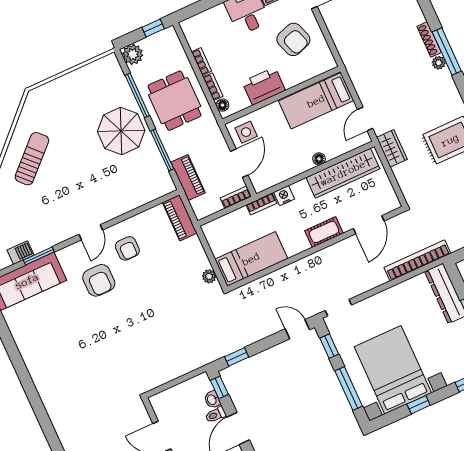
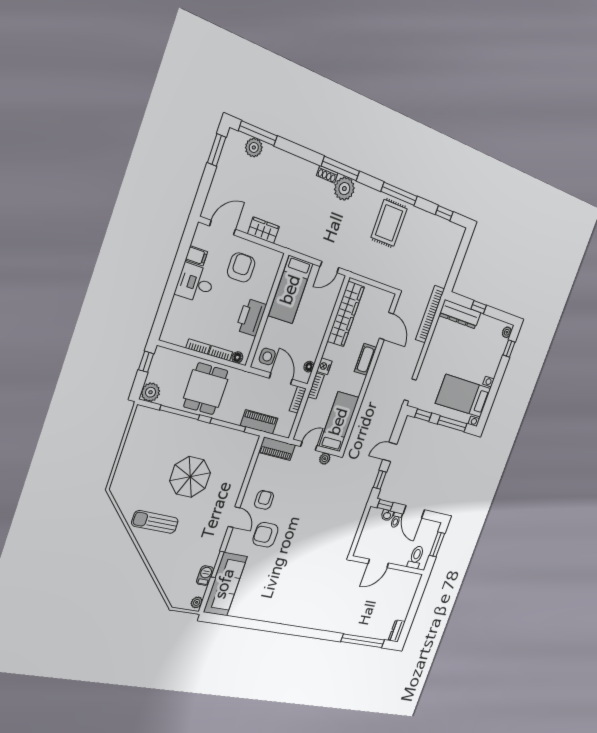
armchair: (293, 39) -> (241, 267), turned -71
shoe rack: (429, 39) -> (327, 174), width x0.70
plant: (439, 63) -> (344, 189), width x1.88, depth x1.88
dining table: (175, 101) -> (206, 389), turned 90
door: (365, 119) -> (329, 267), hinge flipped
parasol: (121, 131) -> (190, 477), moved
wardrobe: (392, 148) -> (263, 230), moved
sun lounger: (32, 159) -> (155, 522), turned -46
floor lamp: (319, 159) -> (309, 367), moved
armchair: (127, 248) -> (264, 500), turned -90
door: (207, 248) -> (309, 446), added
armchair: (99, 280) -> (265, 535), turned 180
door: (297, 329) -> (390, 452), moved
bed with nightstands: (393, 370) -> (463, 396), width x0.73
window: (419, 405) -> (494, 388), removed

